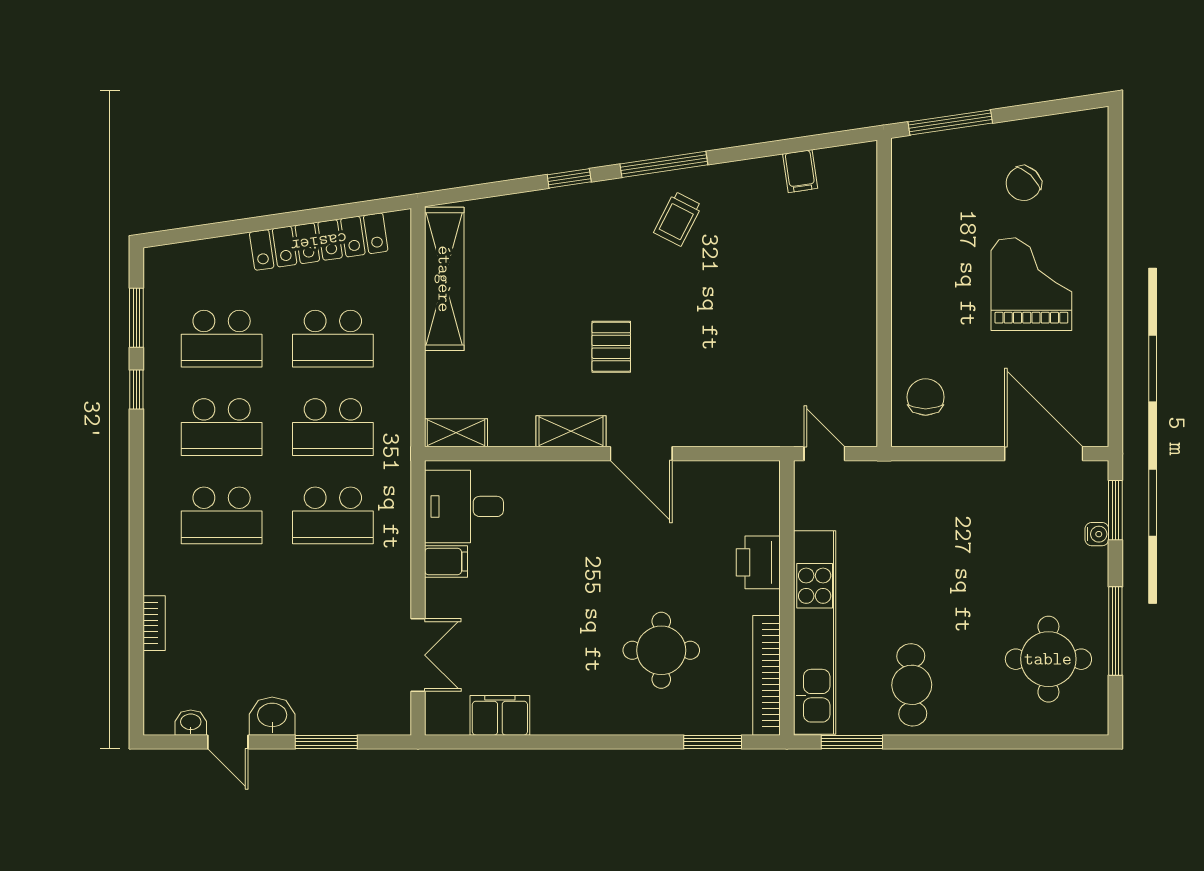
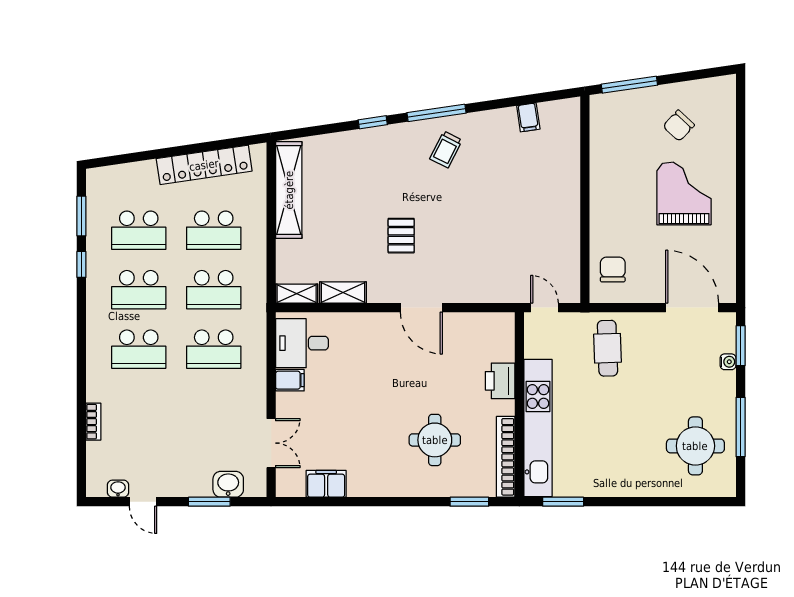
shelving: (571, 431) -> (343, 293), moved
cafe table: (912, 685) -> (607, 348), moved
washbasin: (272, 716) -> (228, 484), moved

